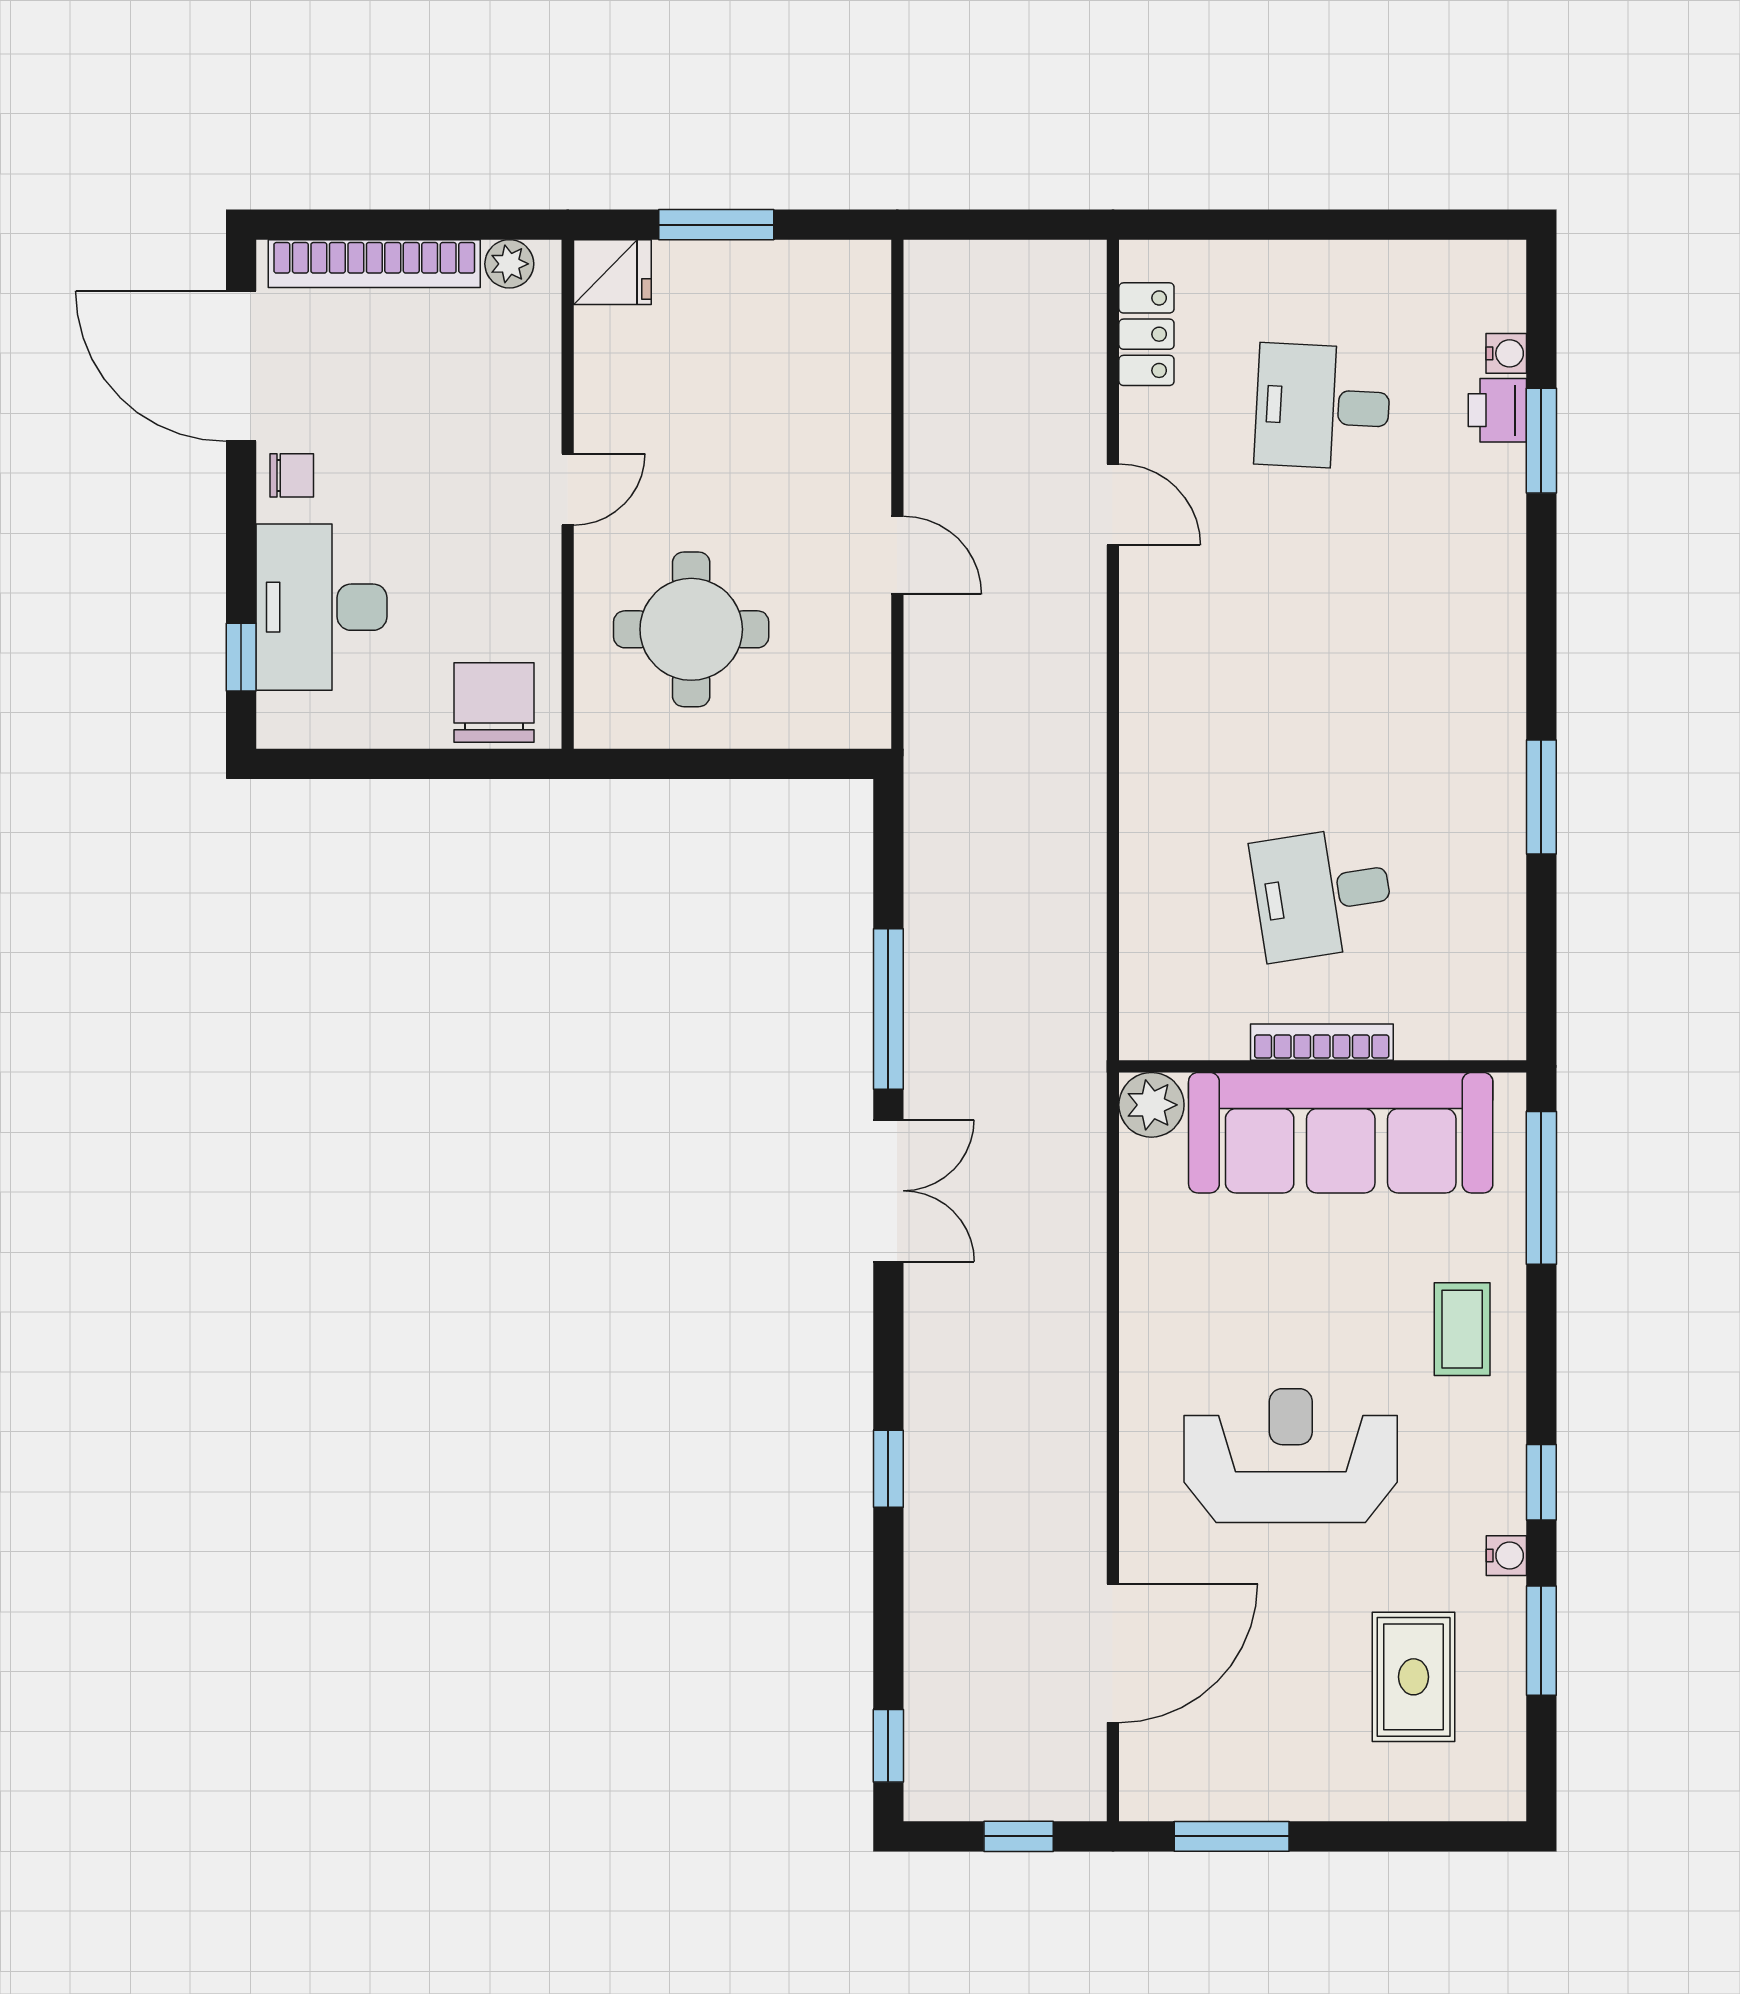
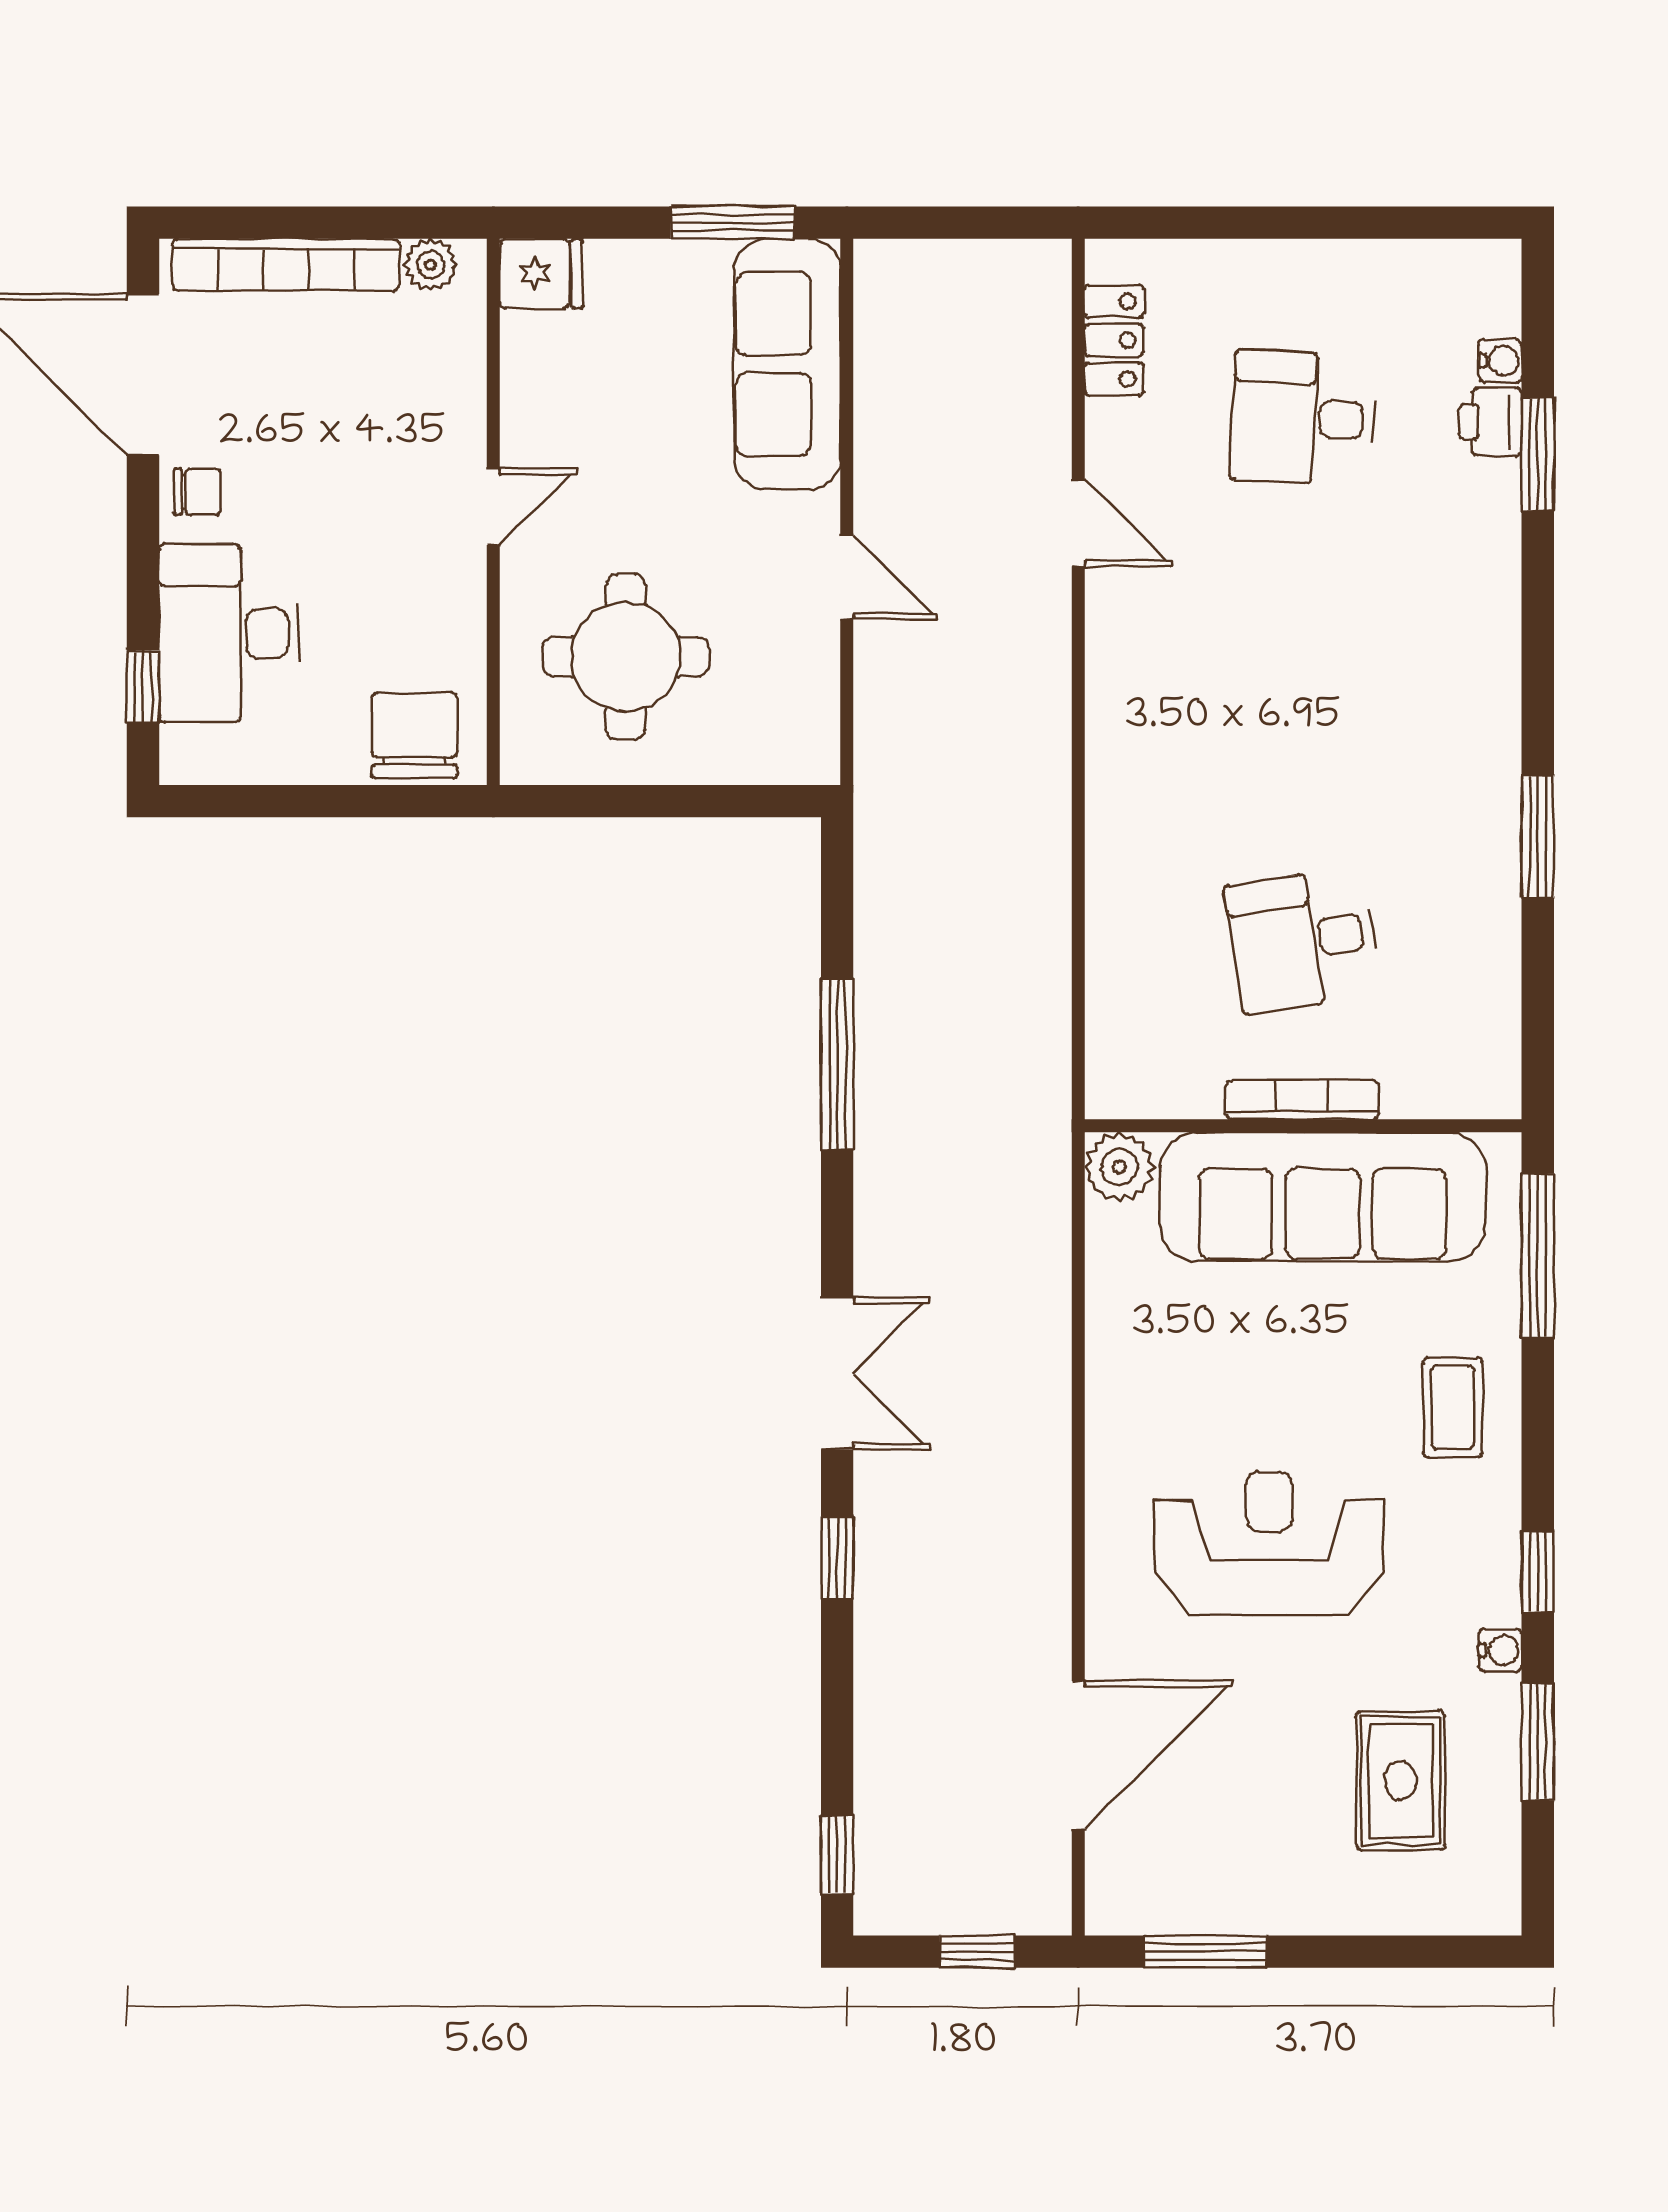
window: (716, 225) -> (733, 223), moved
sofa: (842, 356) -> (787, 364), added
double door: (888, 1191) -> (837, 1373), moved

